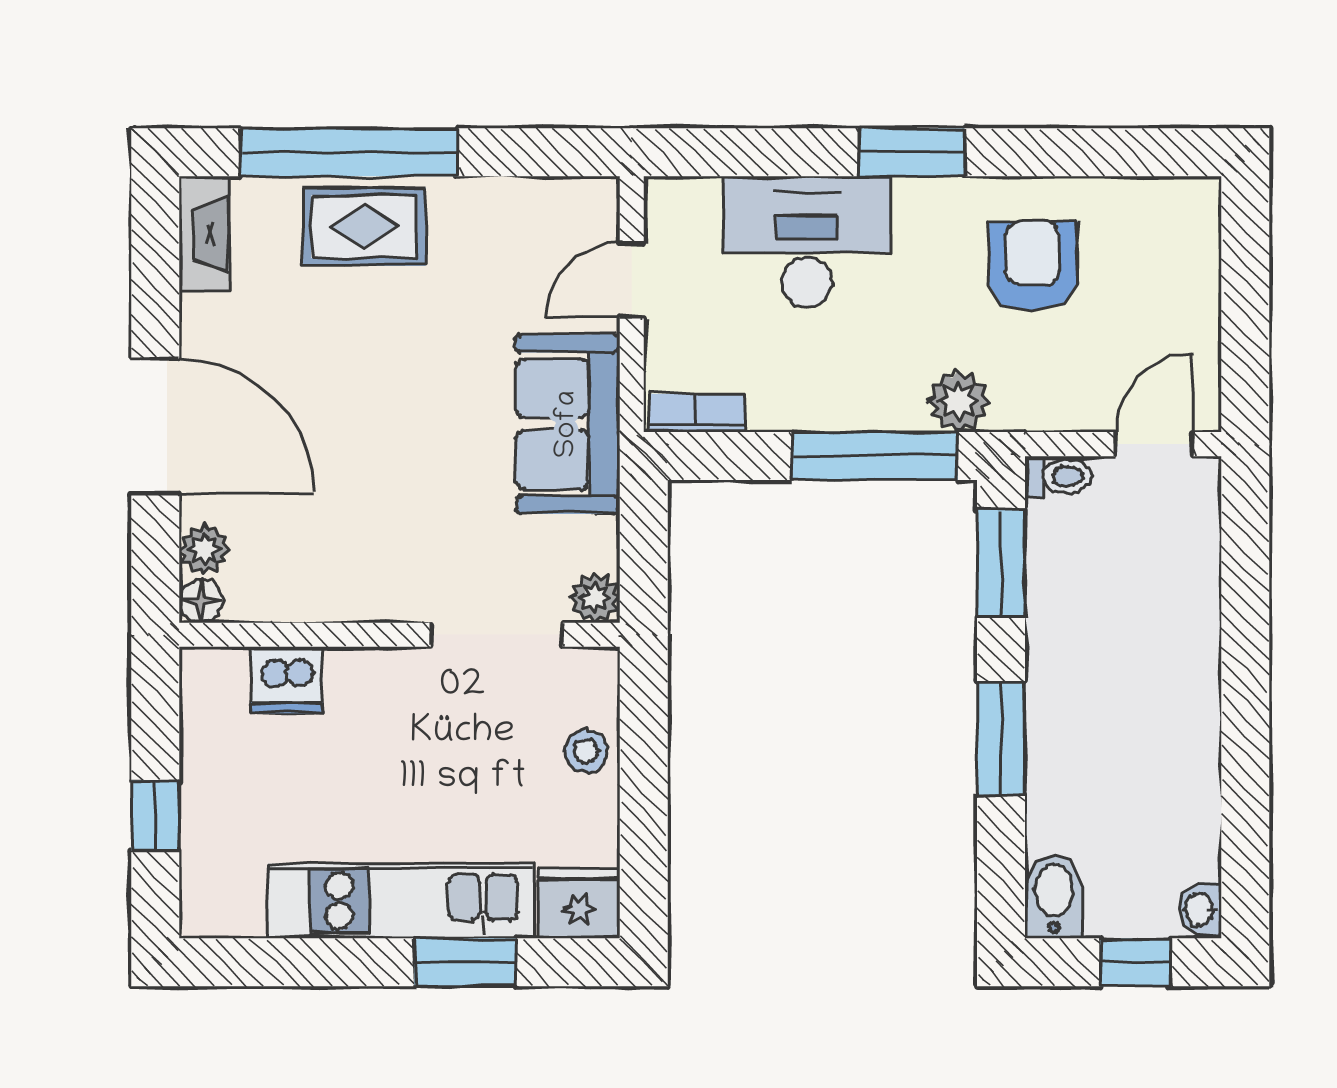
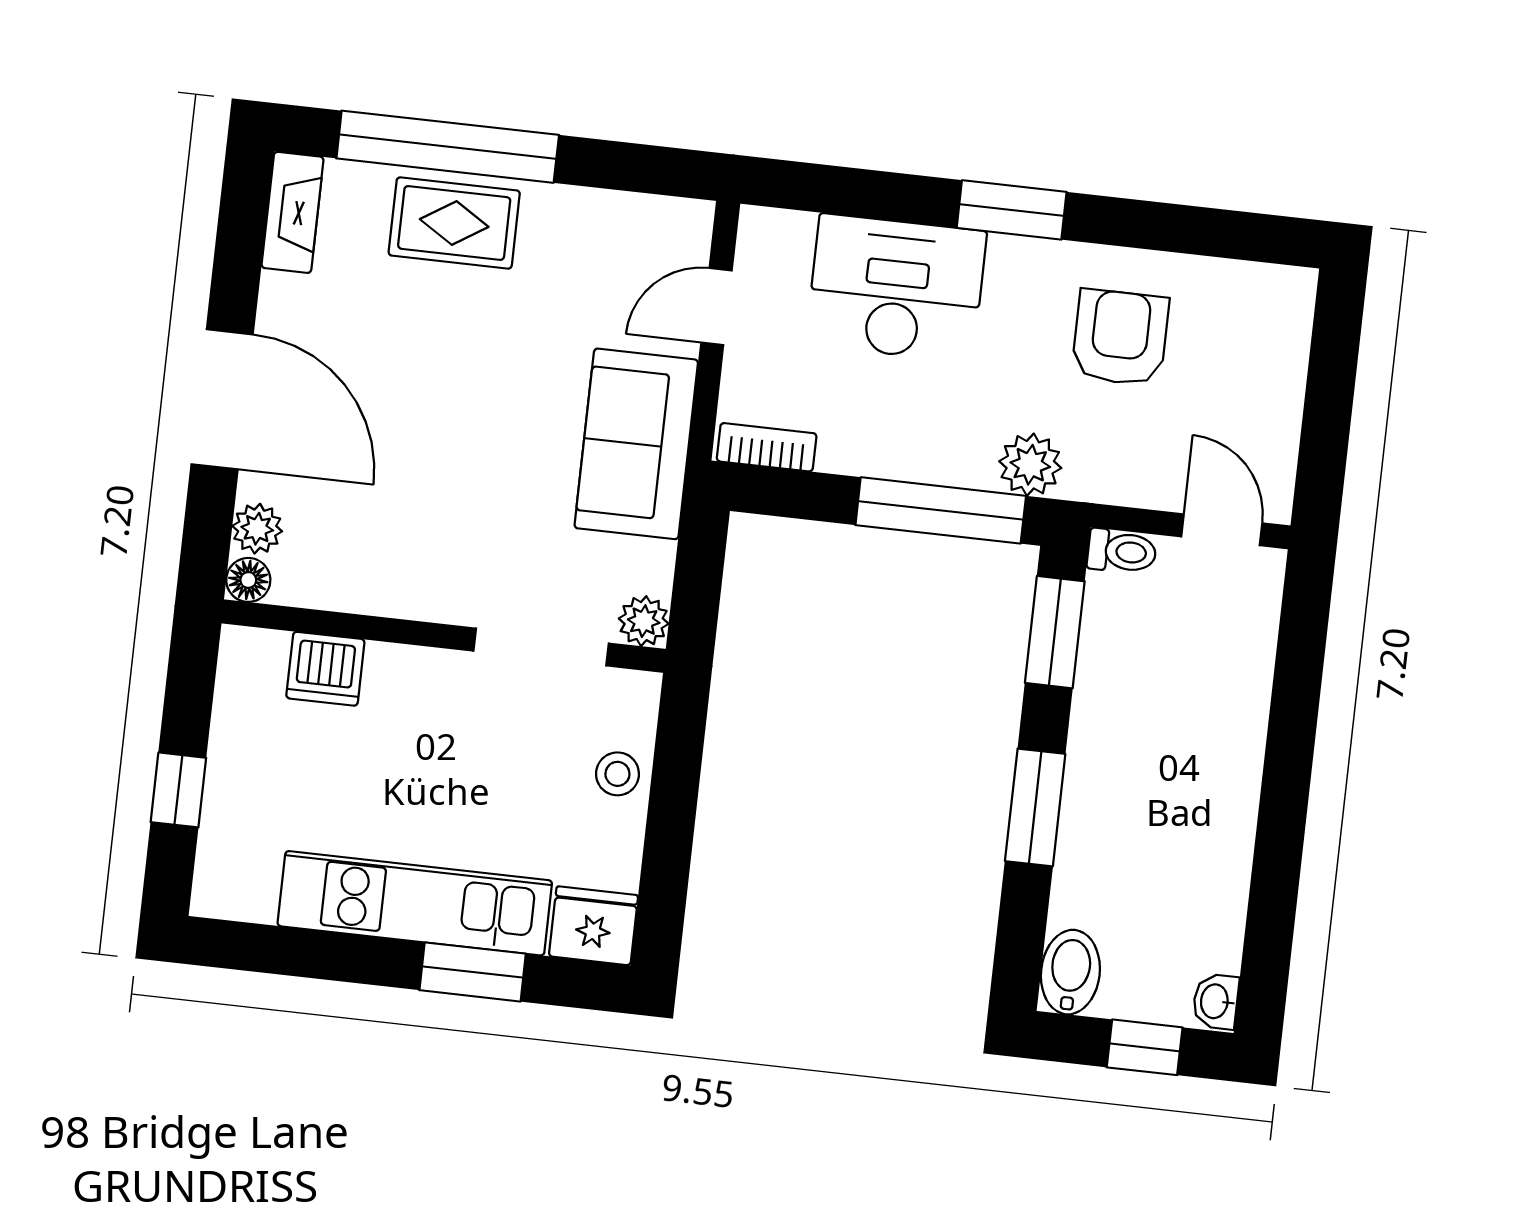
door: (1154, 444) -> (1222, 530), hinge flipped

